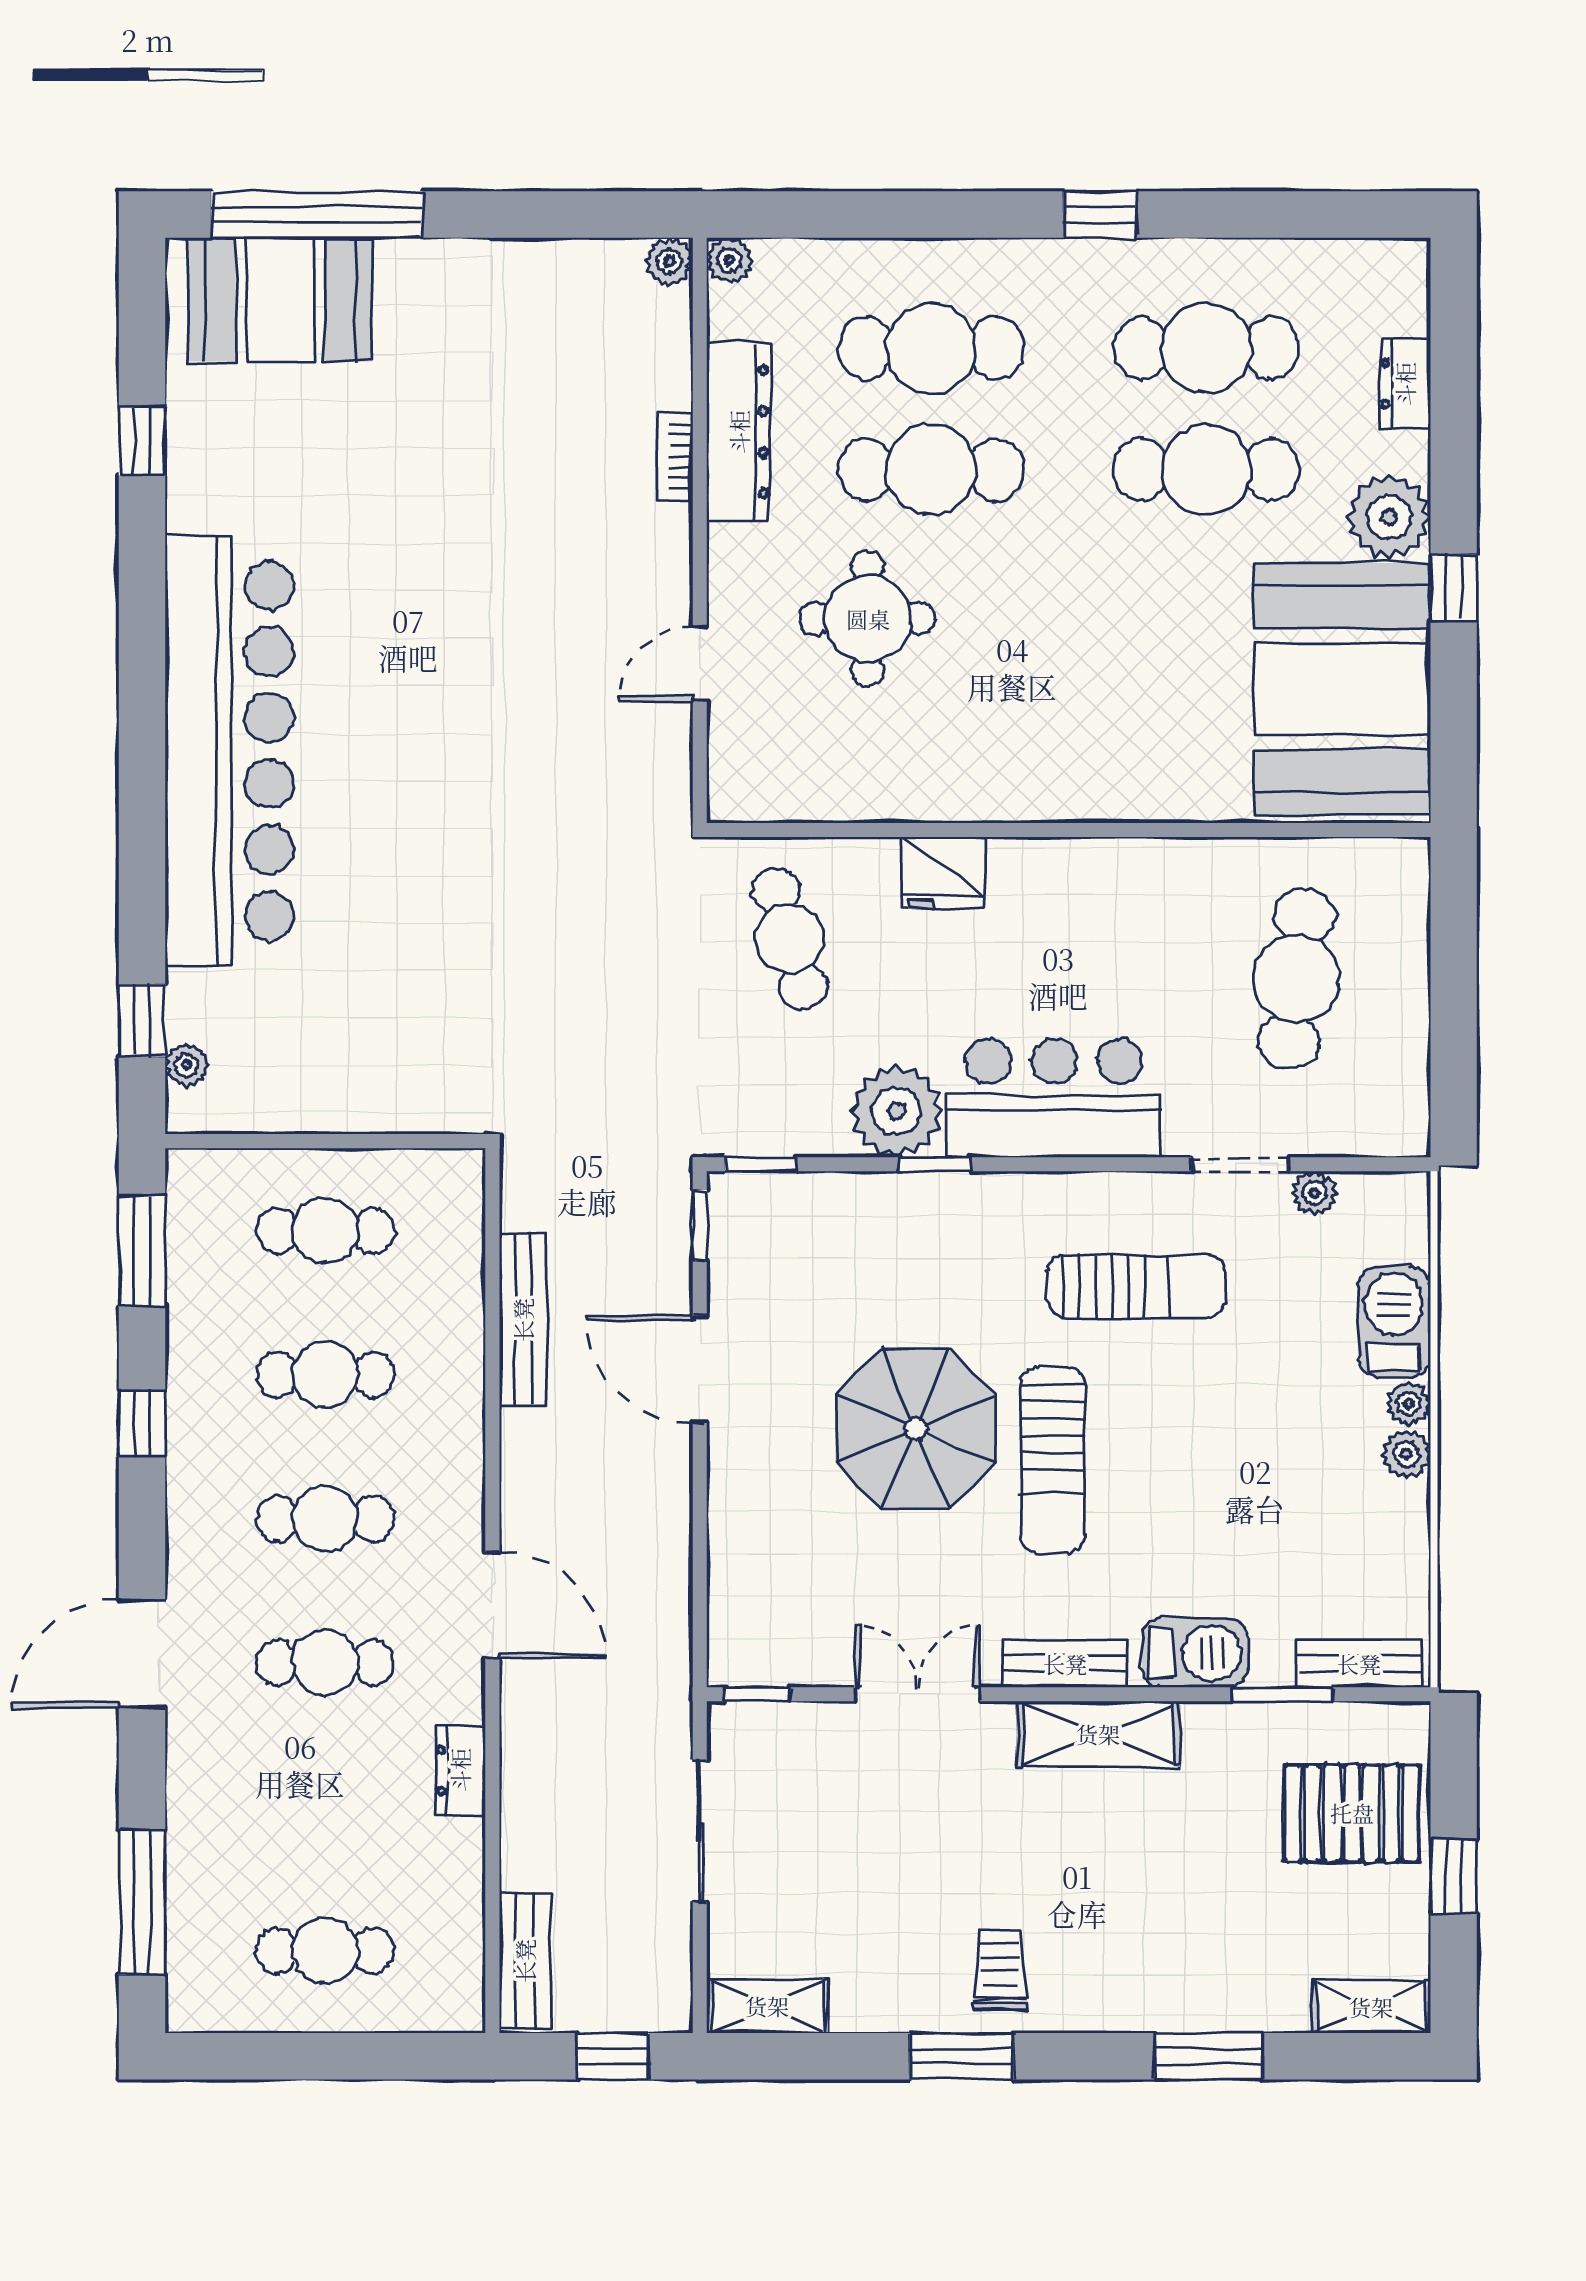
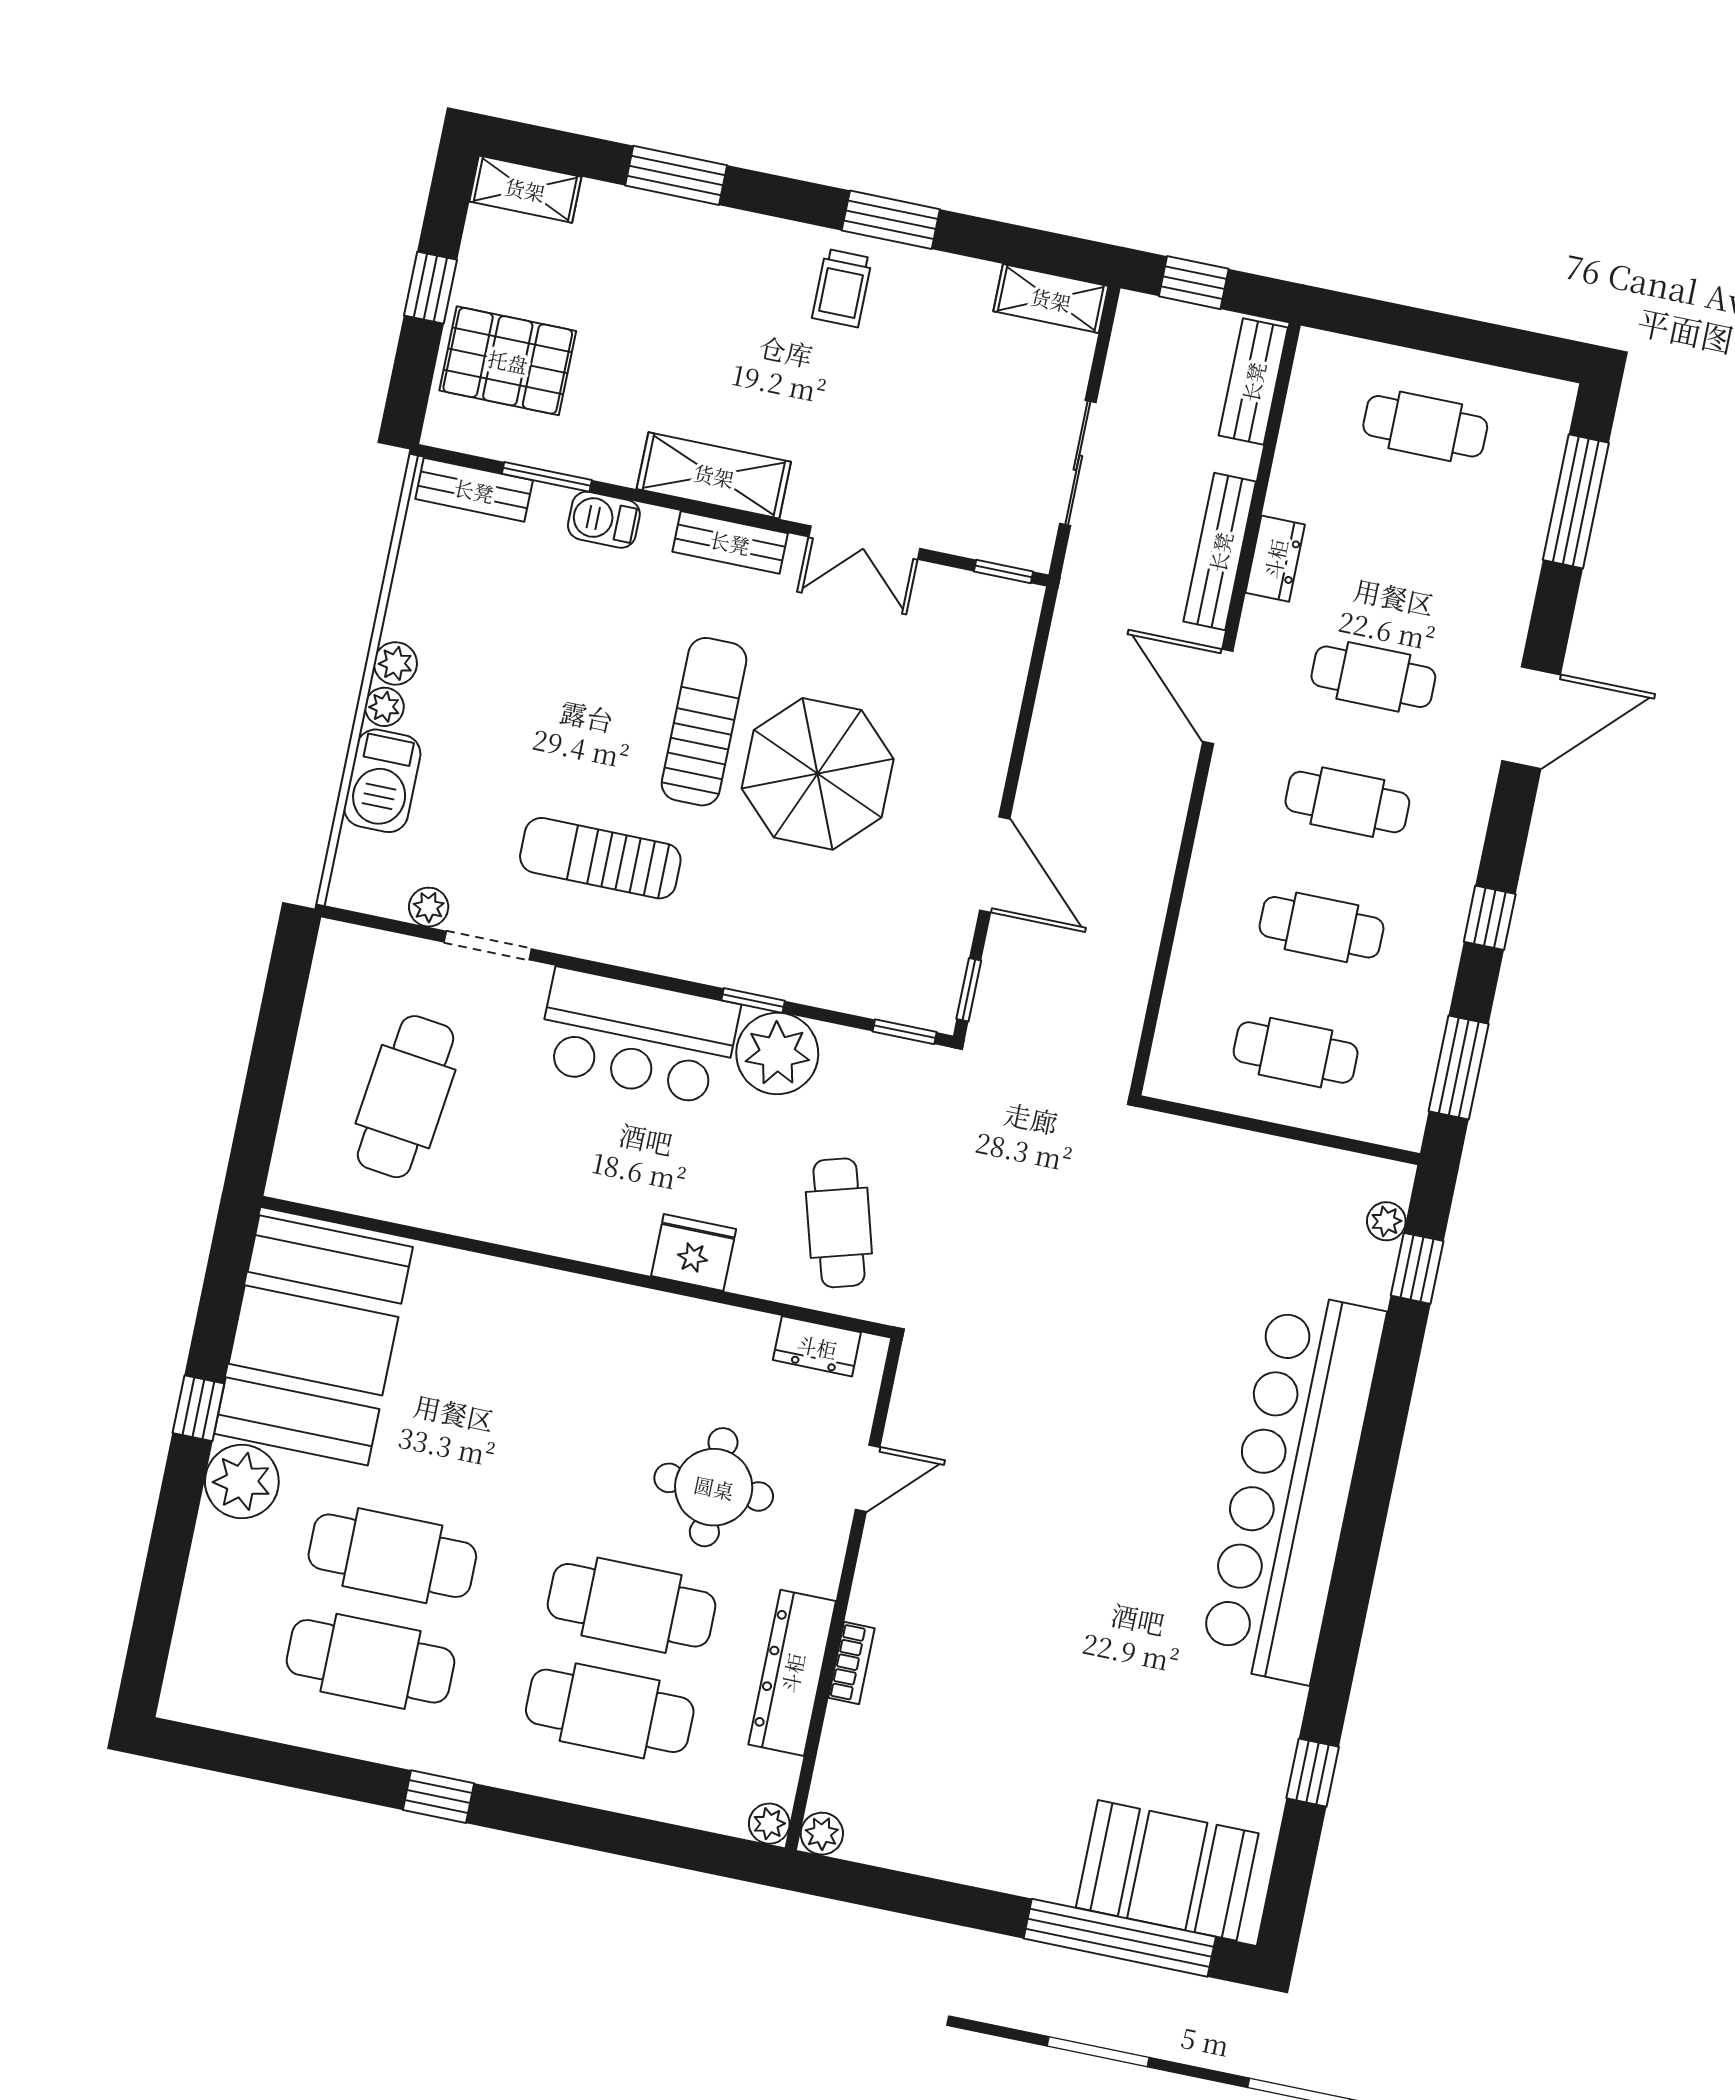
dresser: (1405, 384) -> (817, 1346), moved, turned 90
bench: (523, 1320) -> (1220, 552), moved
barbecue: (1195, 1653) -> (604, 520), width x0.73, depth x0.79

